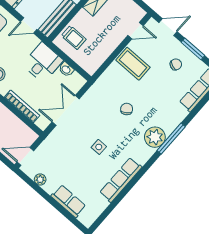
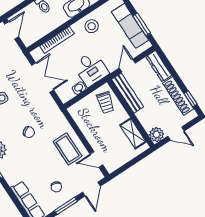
door: (136, 31) -> (96, 159), hinge flipped
trolley: (74, 37) -> (106, 103), turned -75
coffee table: (133, 64) -> (68, 149), turned 90

